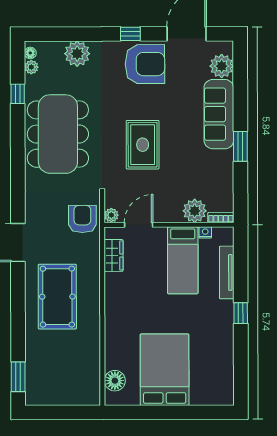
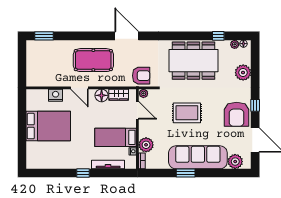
sofa: (219, 114) -> (198, 157), width x1.36, depth x1.27
door: (102, 319) -> (79, 88), added
nightstand: (114, 358) -> (56, 95), added
floor lamp: (115, 381) -> (102, 95), moved

